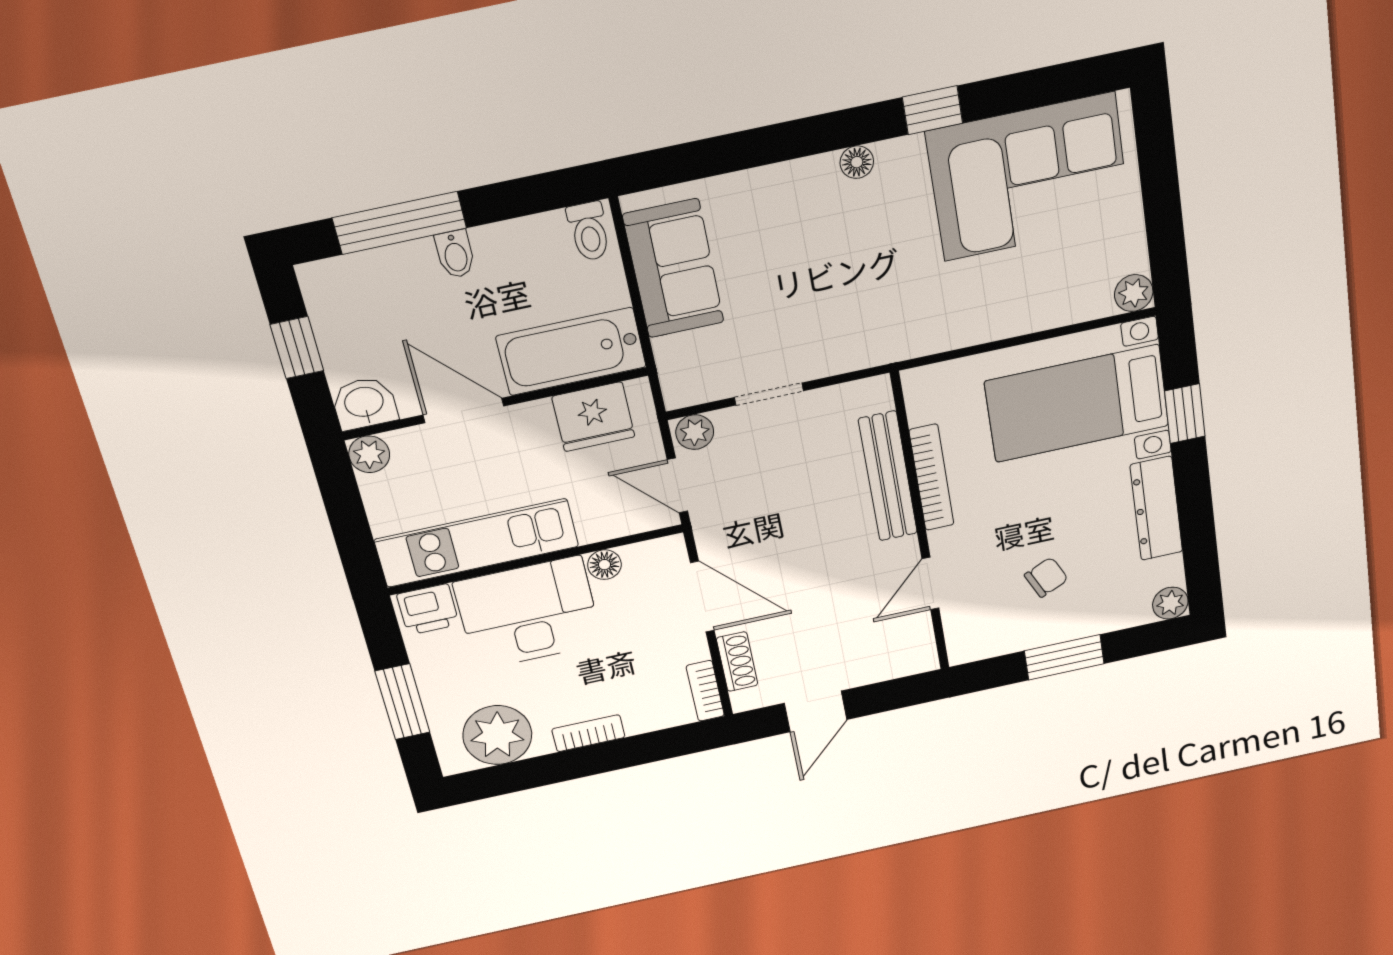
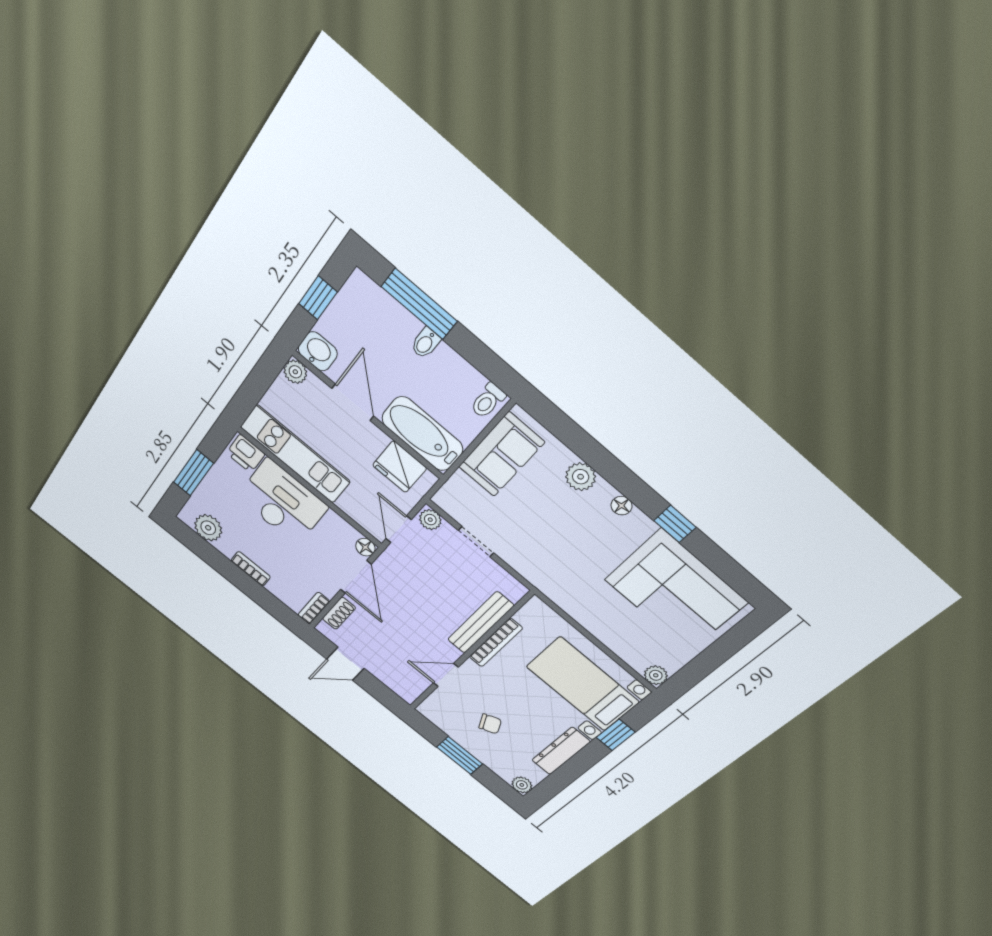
plant: (778, 187) -> (581, 477), added
floor lamp: (604, 565) -> (365, 547), moved
plant: (497, 735) -> (208, 528), width x0.73, depth x0.73

